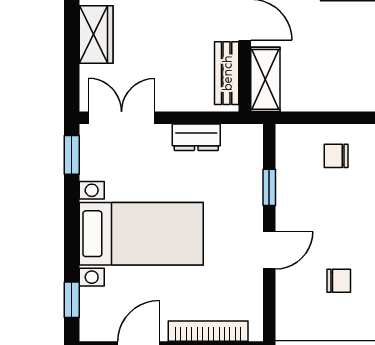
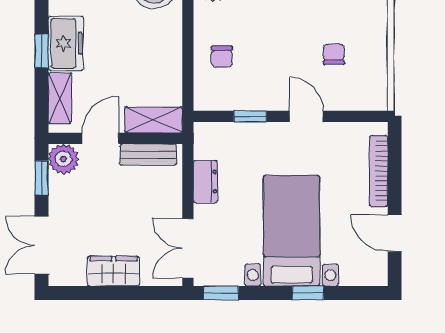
window: (72, 300) -> (308, 293), moved

